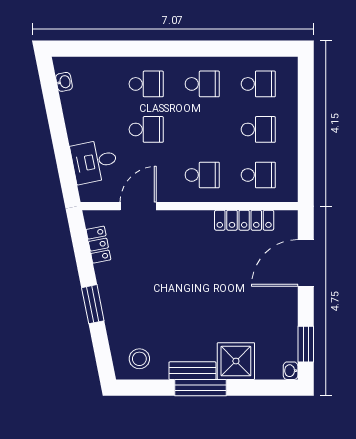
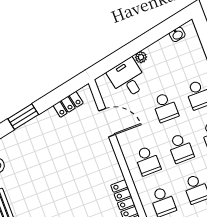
school desk: (202, 129) -> (181, 148), added
plant: (75, 136) -> (141, 57), added

